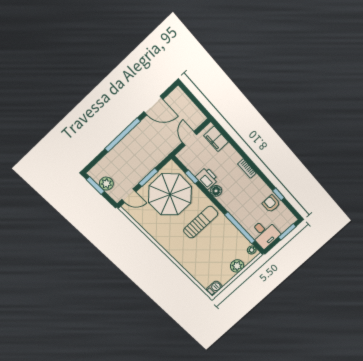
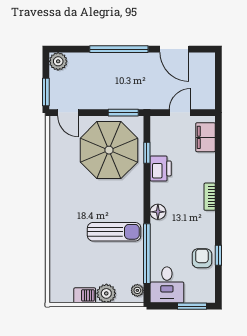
window: (148, 177) -> (123, 113), moved
plant: (106, 184) -> (58, 61), moved
window: (95, 186) -> (46, 92), moved
floor lamp: (216, 191) -> (158, 212), moved
sun lounger: (201, 222) -> (114, 232), moved
barbecue: (214, 288) -> (85, 295), moved

